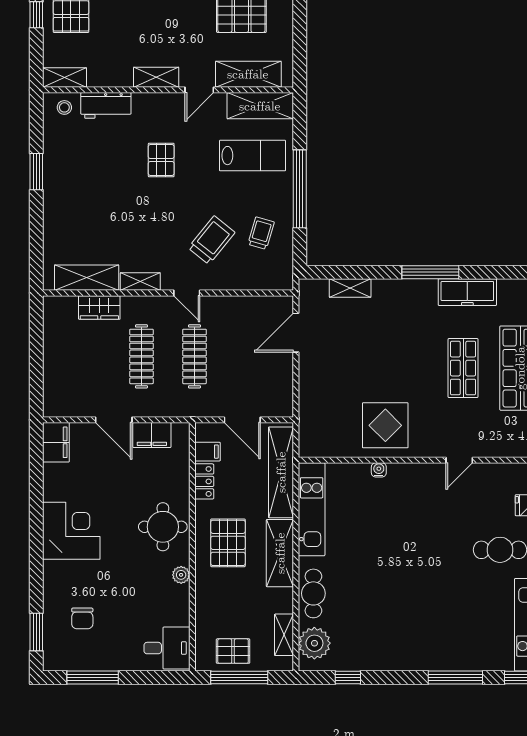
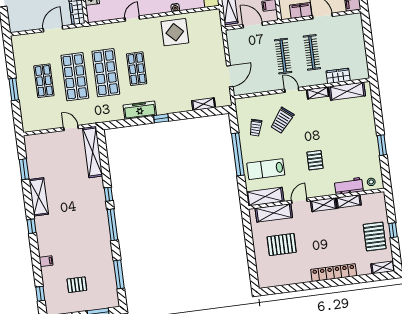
shelving: (65, 78) -> (349, 201), moved
window: (430, 272) -> (161, 118), width x0.46

